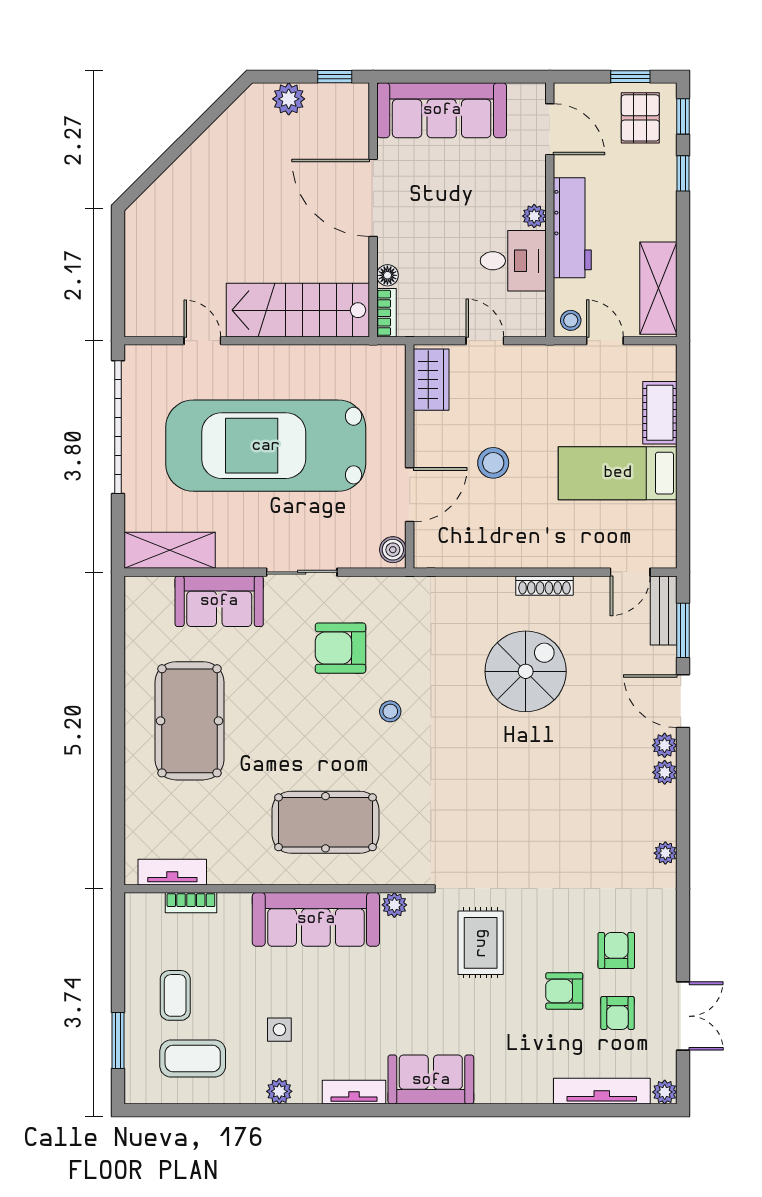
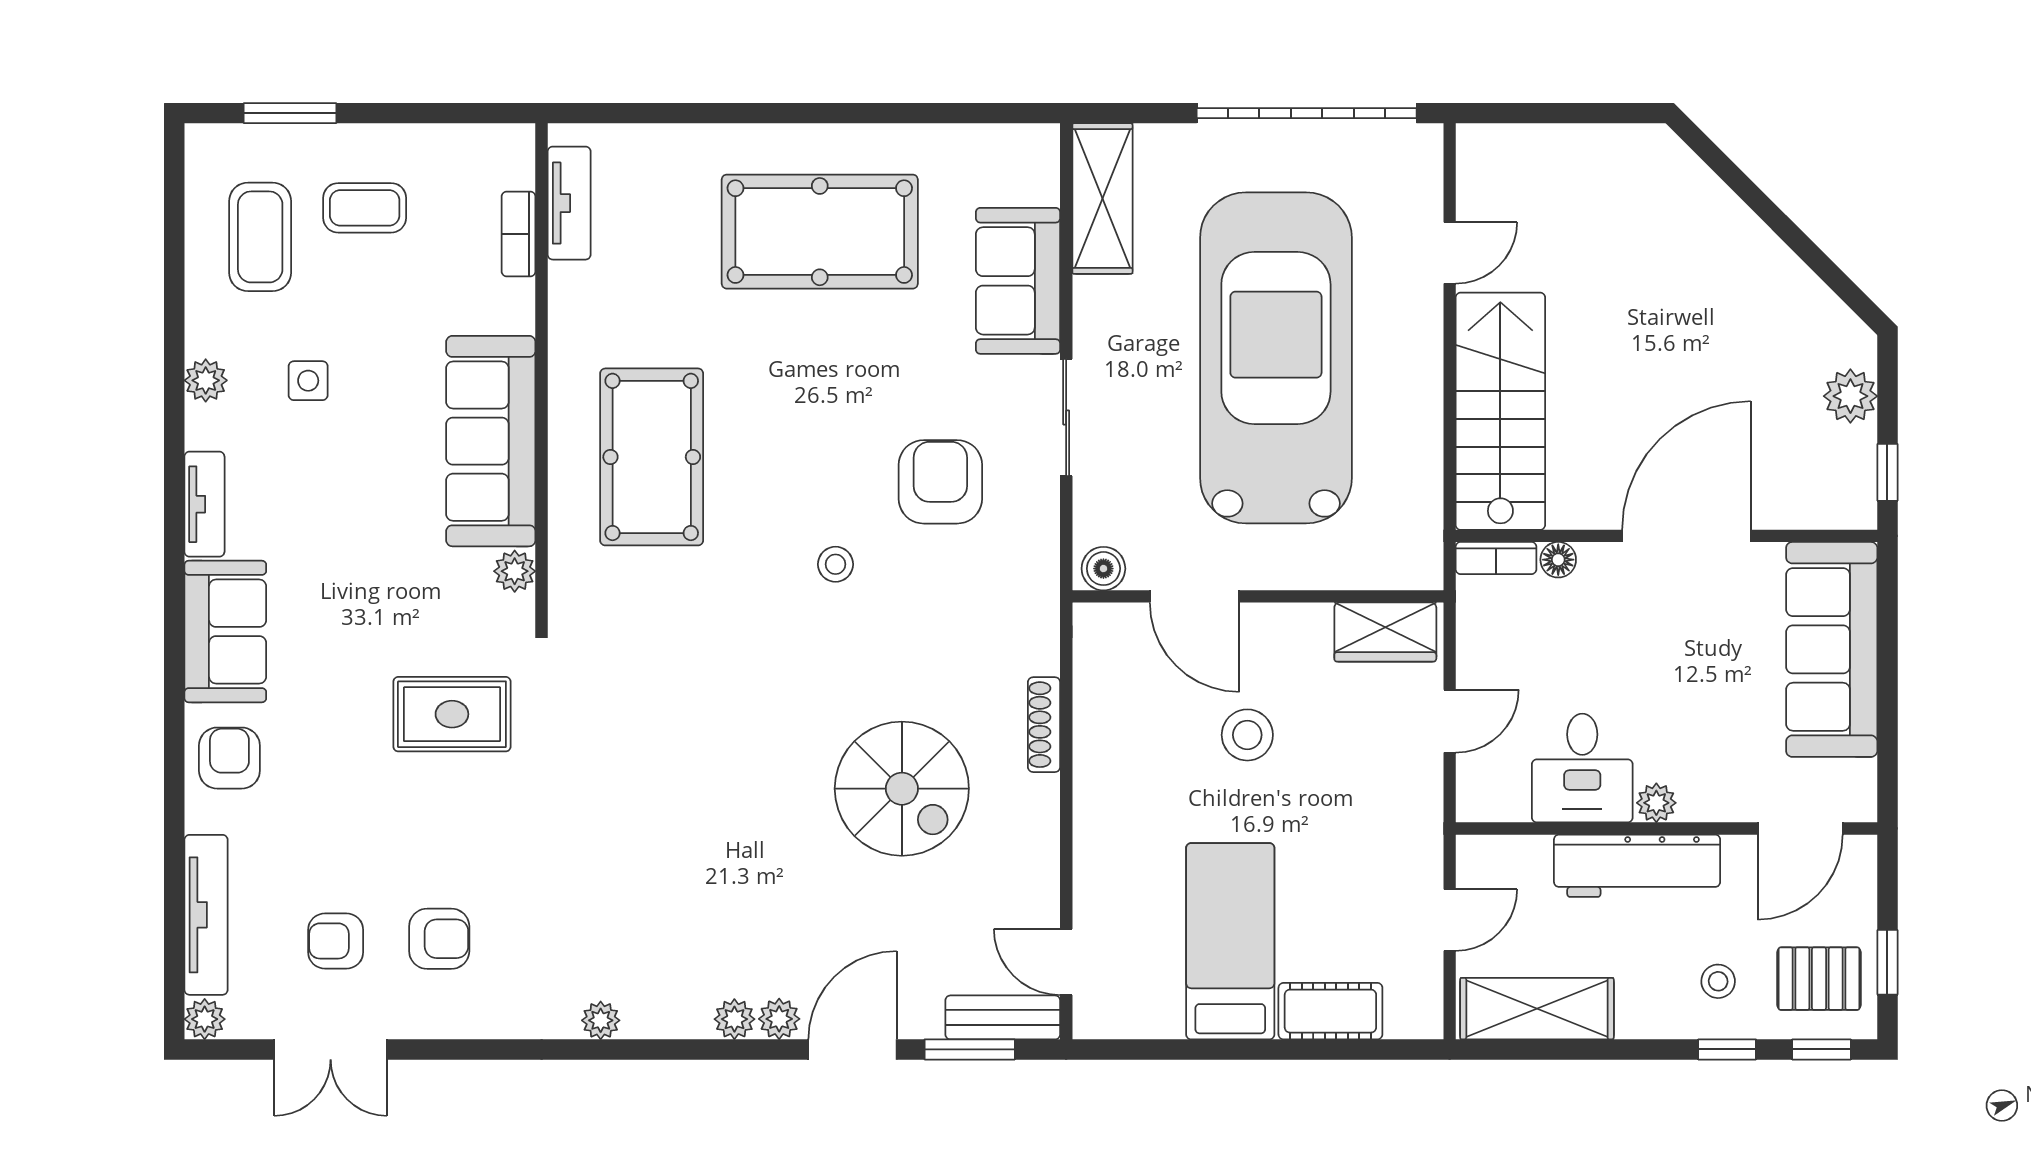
stool: (571, 320) -> (1718, 981), moved
shoe rack: (544, 586) -> (1044, 725), moved
armchair: (564, 991) -> (229, 758), moved

